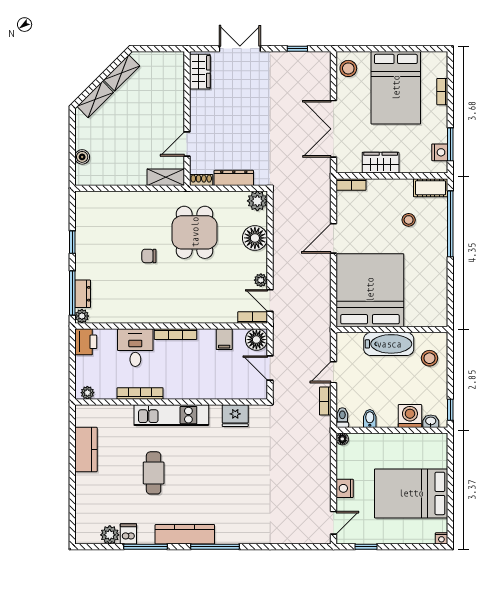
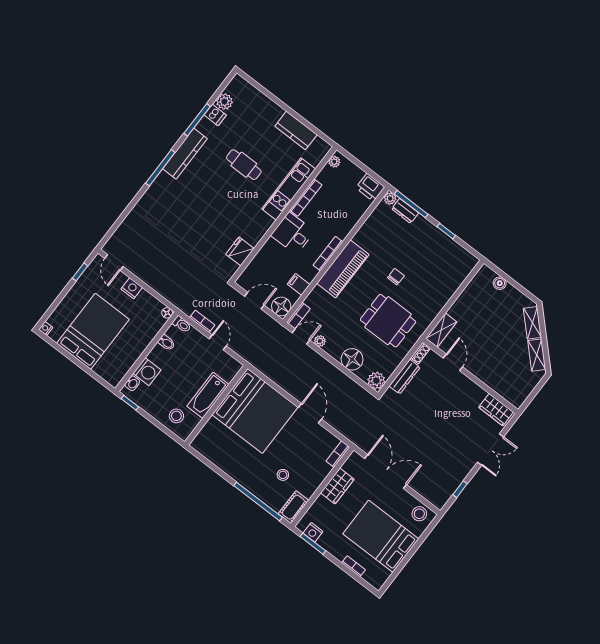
piano: (179, 310) -> (343, 269), added
desk: (135, 348) -> (293, 233), moved, turned 180
kitchen unit: (171, 415) -> (289, 189), moved

